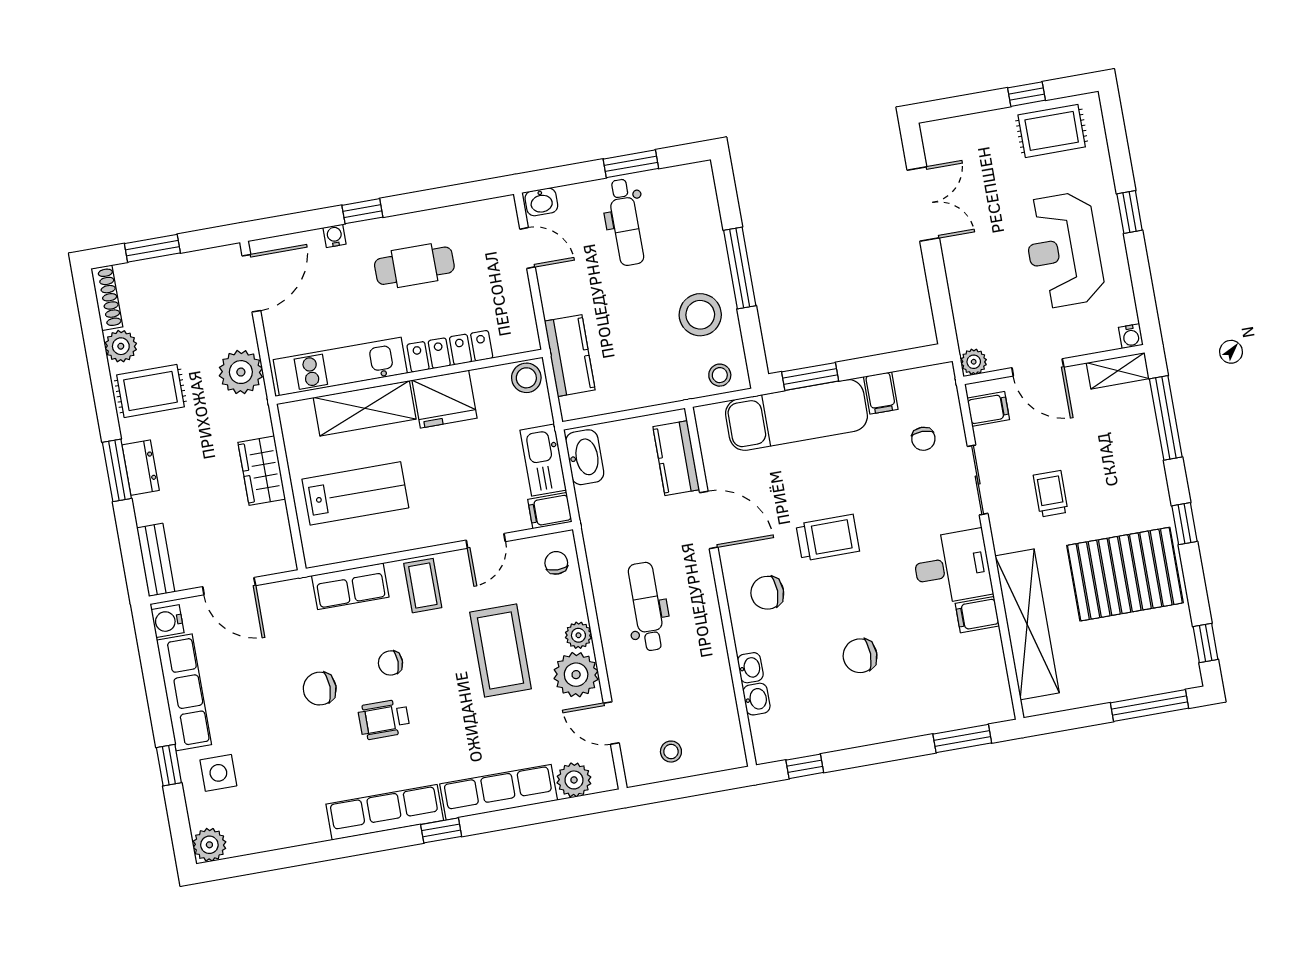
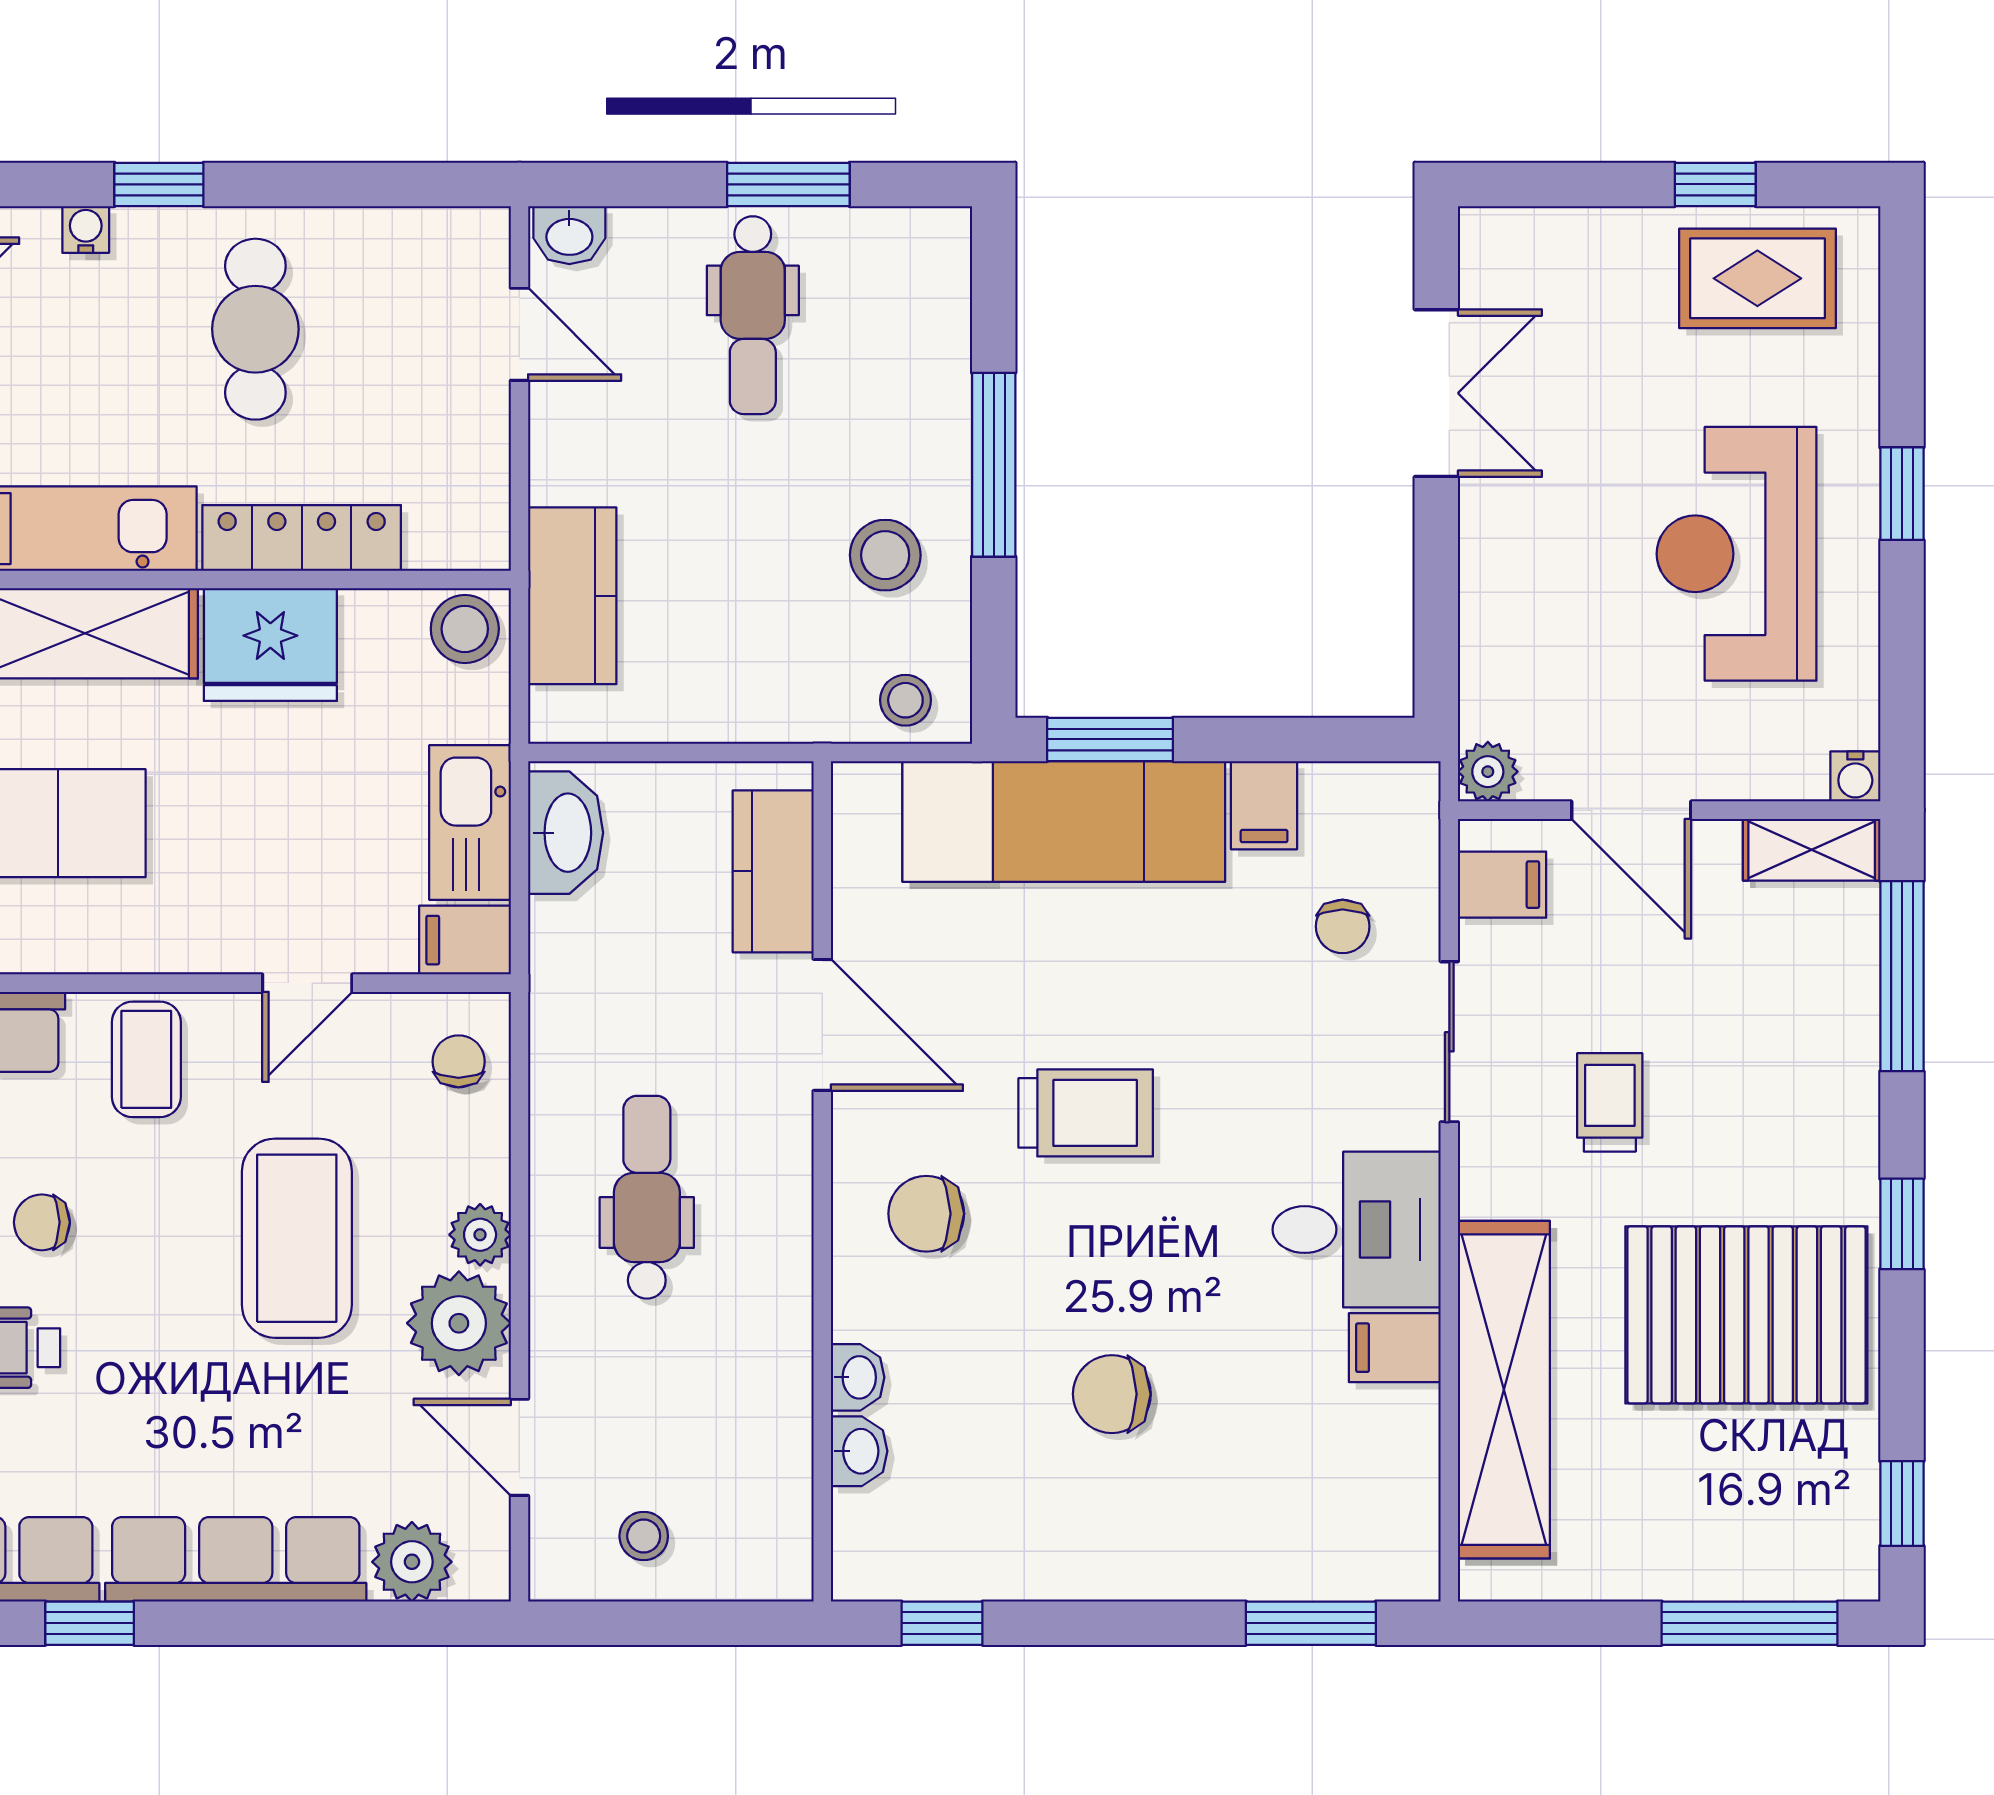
cafe table: (414, 266) -> (255, 329), turned 90
stool: (700, 315) -> (885, 555), width x0.73, depth x0.73

